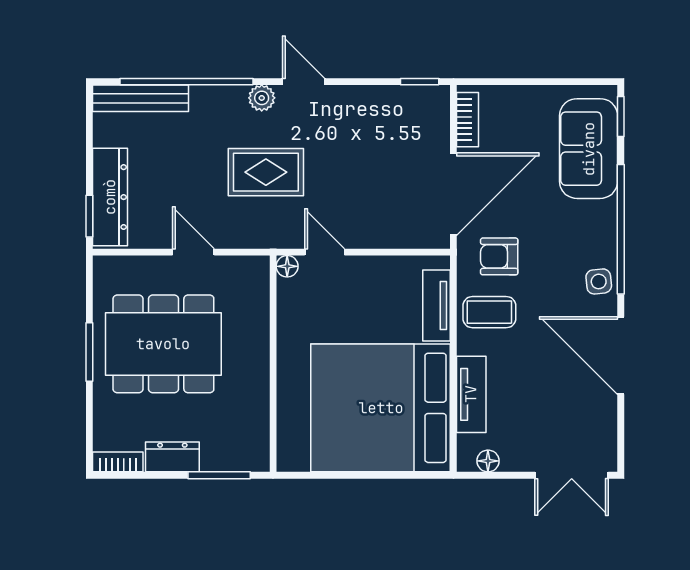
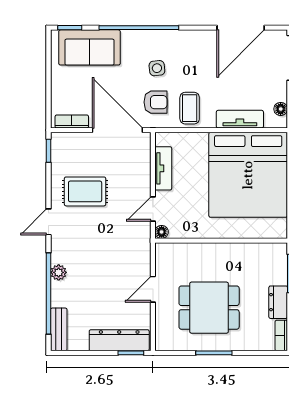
bench: (141, 98) -> (59, 329), width x0.73
plant: (262, 98) -> (59, 272), moved
rug: (266, 172) -> (85, 191), moved, turned 90
armchair: (499, 256) -> (155, 102), turned -90
side table: (599, 281) -> (157, 68), moved
tv unit: (437, 306) -> (163, 168), moved, turned -90
dining table: (163, 344) -> (209, 308), width x0.73
door: (621, 355) -> (241, 28), moved

